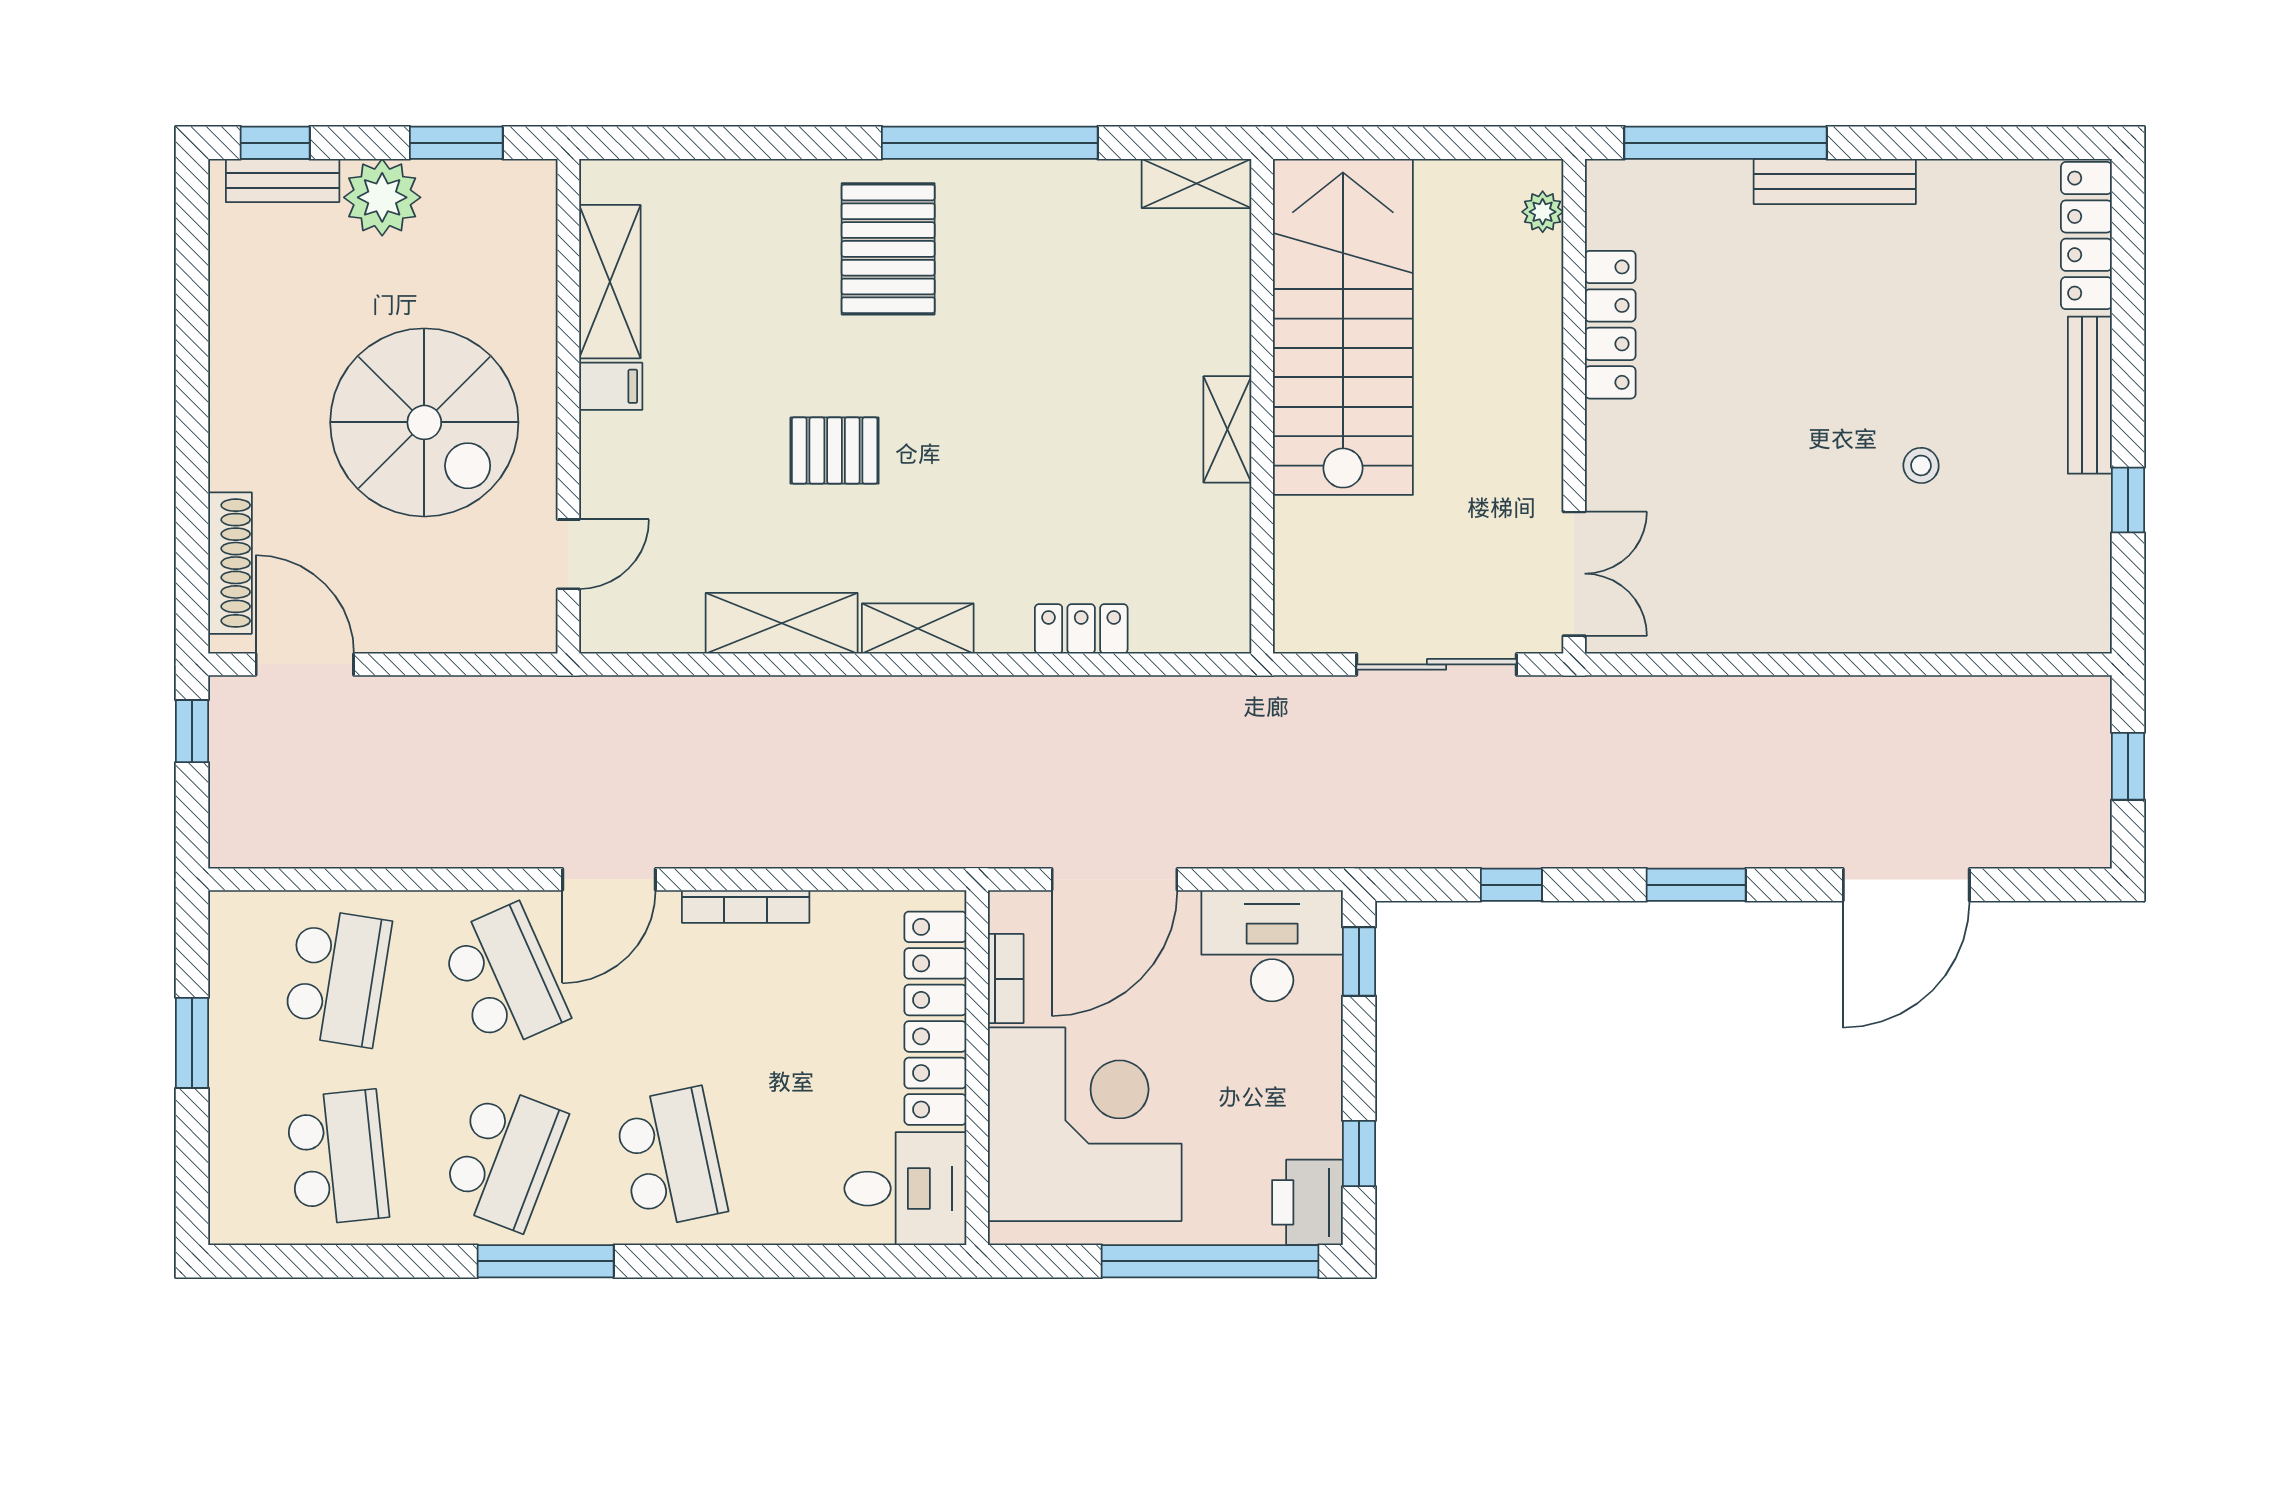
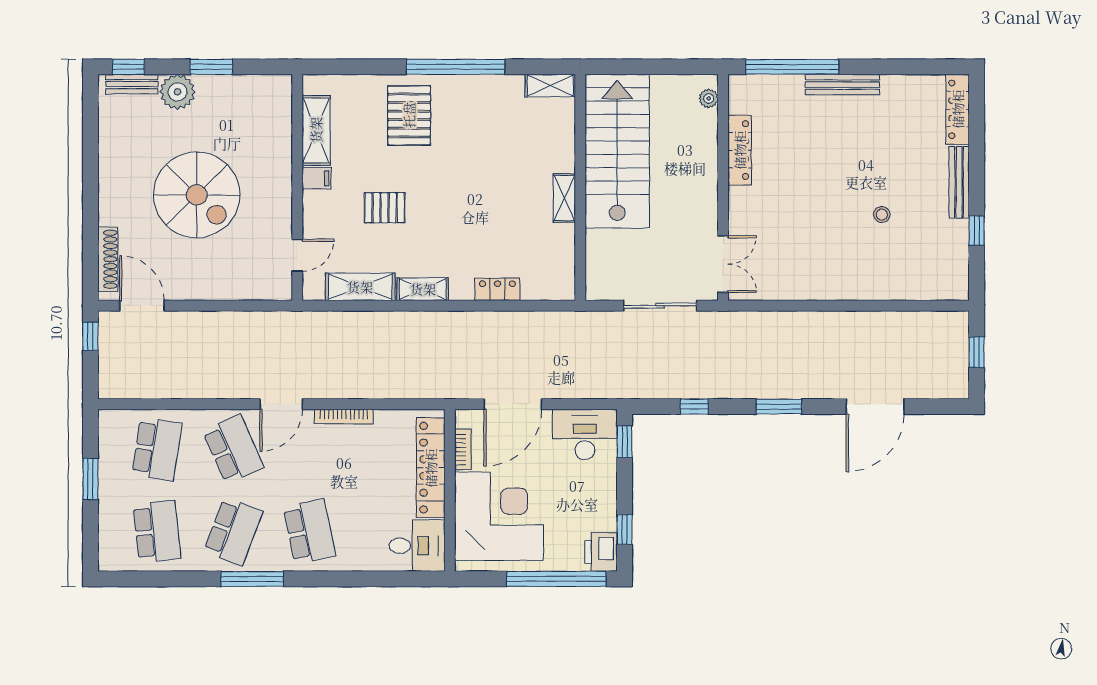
shelving: (610, 282) -> (316, 130), moved
filing cabinet: (611, 386) -> (317, 178), moved
wall: (568, 406) -> (297, 187), moved
door: (568, 554) -> (297, 255), moved

